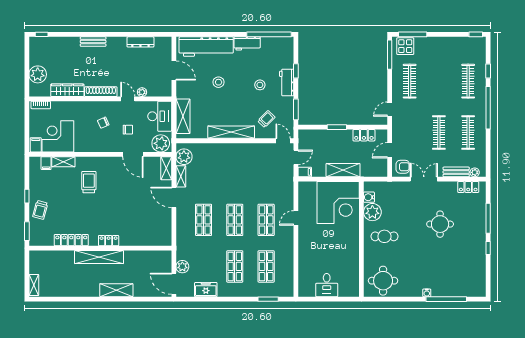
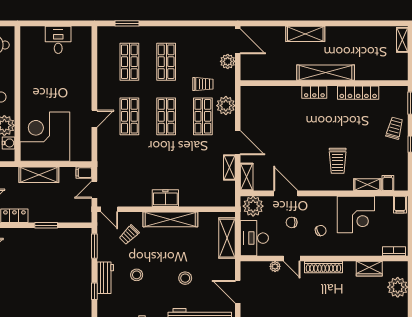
wardrobe: (67, 90) -> (369, 269), width x0.67
corner desk: (58, 136) -> (356, 214), moved
plant: (184, 157) -> (226, 106), moved
trolley: (203, 247) -> (203, 84), added
freezer: (206, 290) -> (165, 198), moved, turned 180

